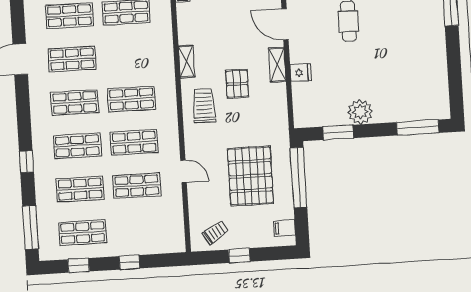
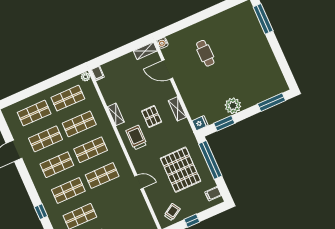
shelving: (277, 65) -> (177, 109), moved
fridge: (301, 73) -> (200, 123), moved
shop shelf: (137, 186) -> (79, 124), moved

